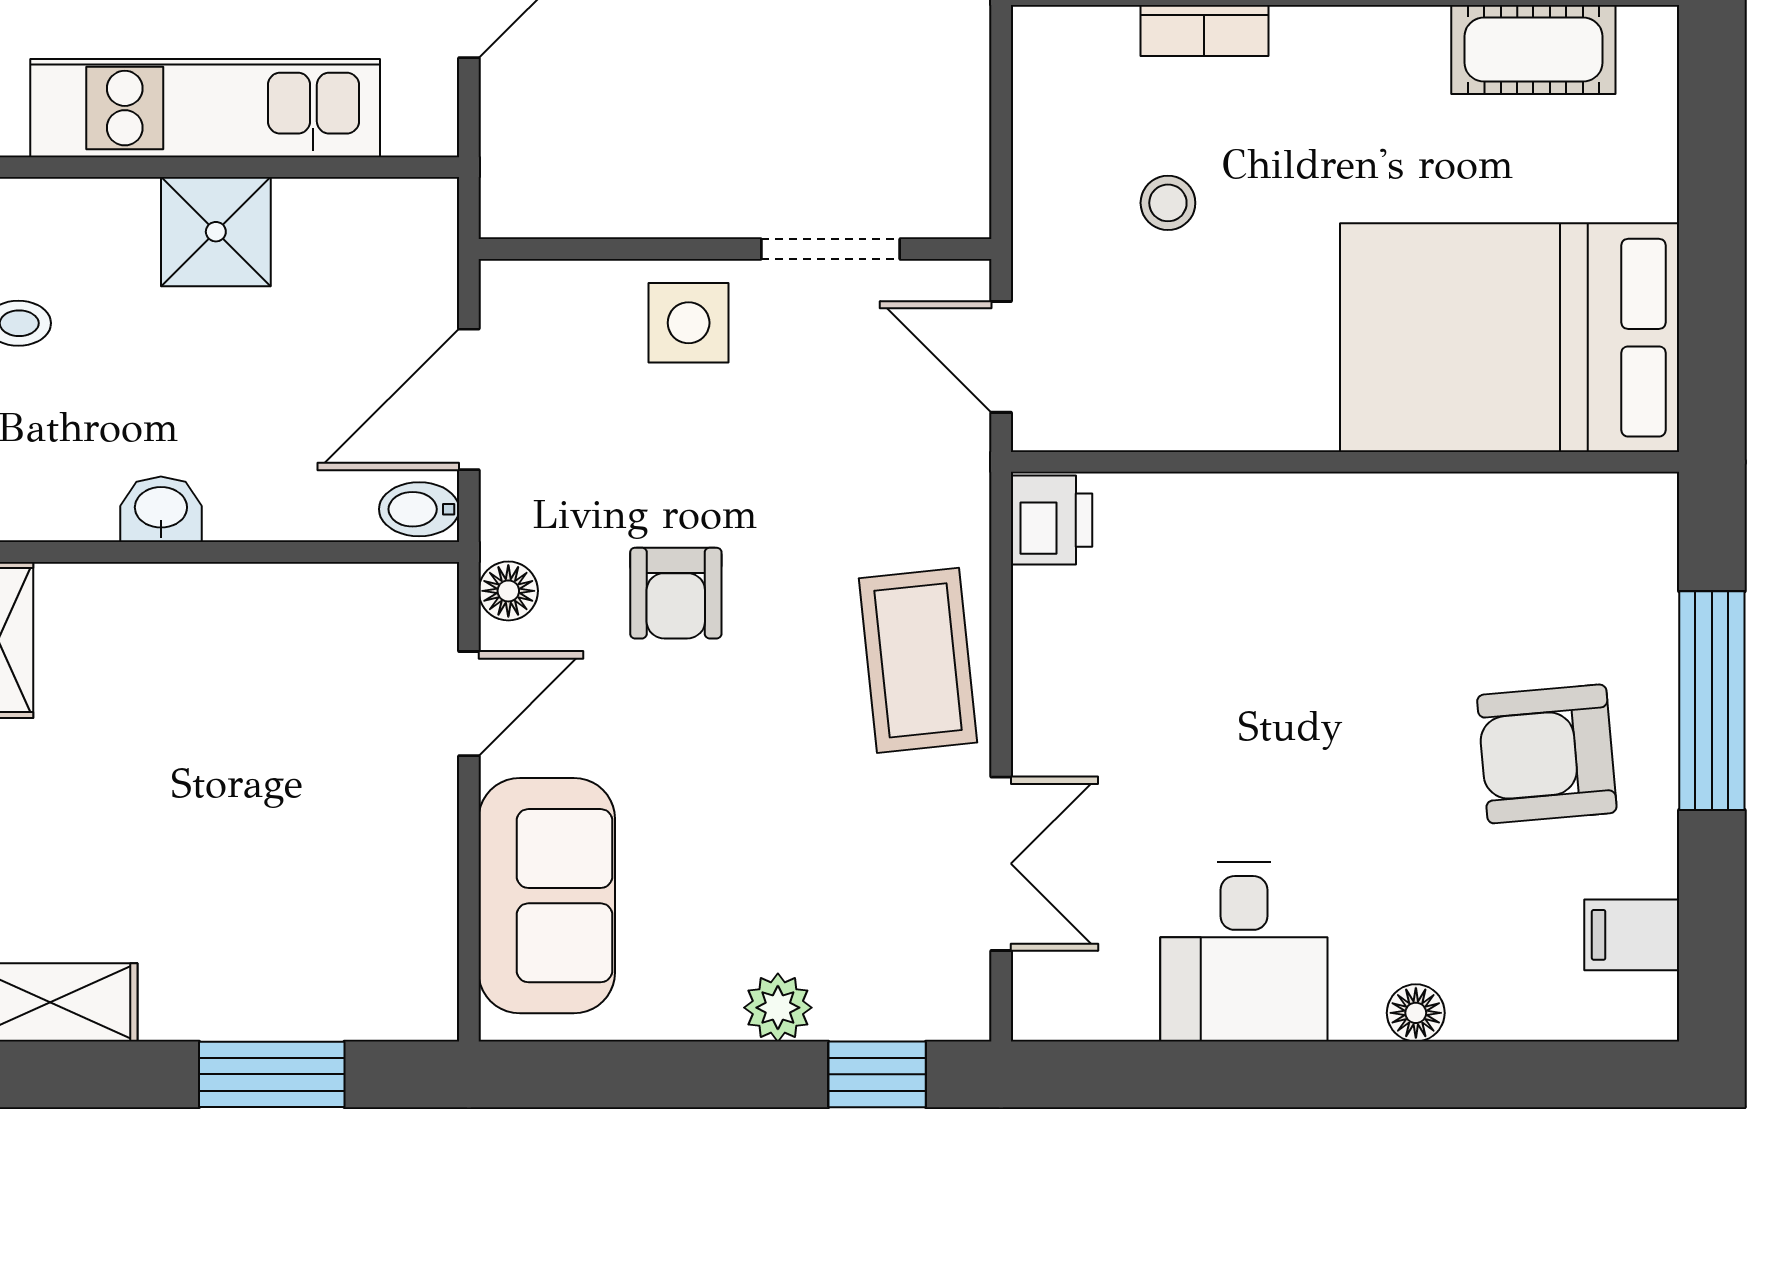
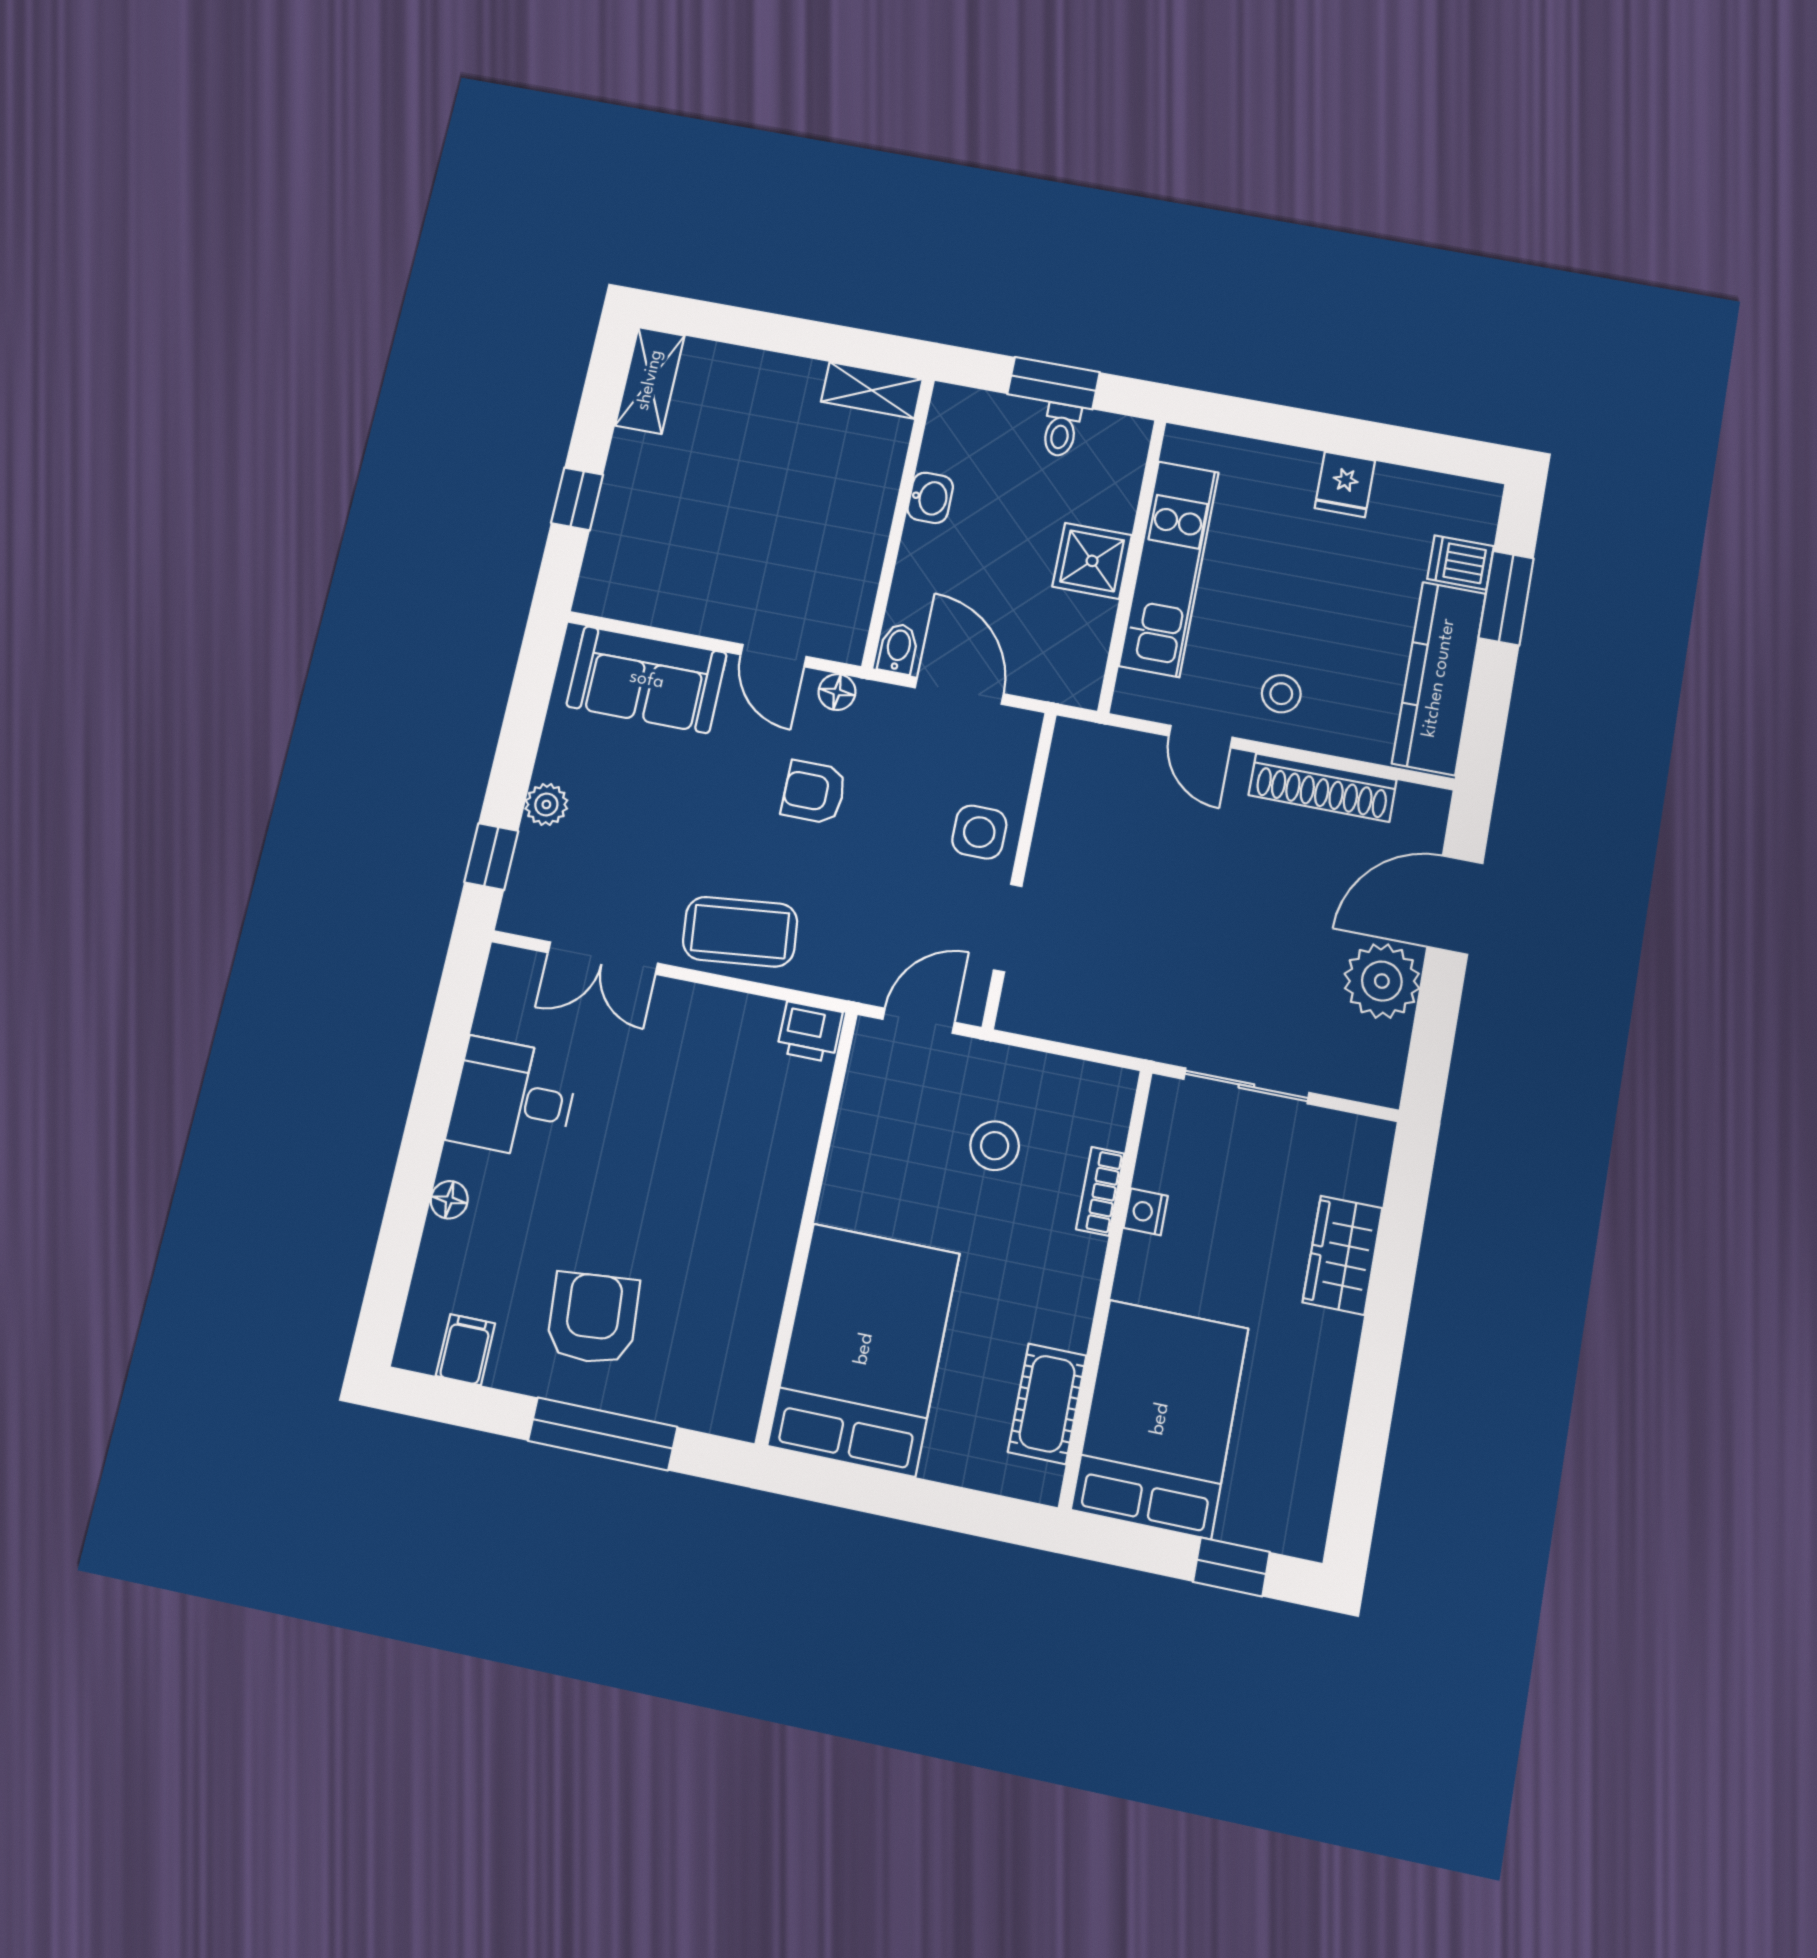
stool: (1168, 203) -> (995, 1146), width x1.37, depth x1.37
window: (272, 1074) -> (577, 499), width x0.67

